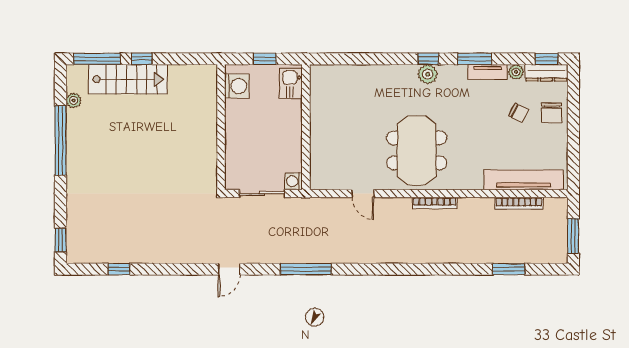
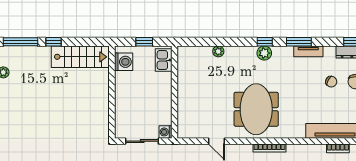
plant: (516, 72) -> (218, 51), moved
stairs: (128, 79) -> (80, 57), moved
bookcase: (519, 203) -> (338, 148), width x0.64

